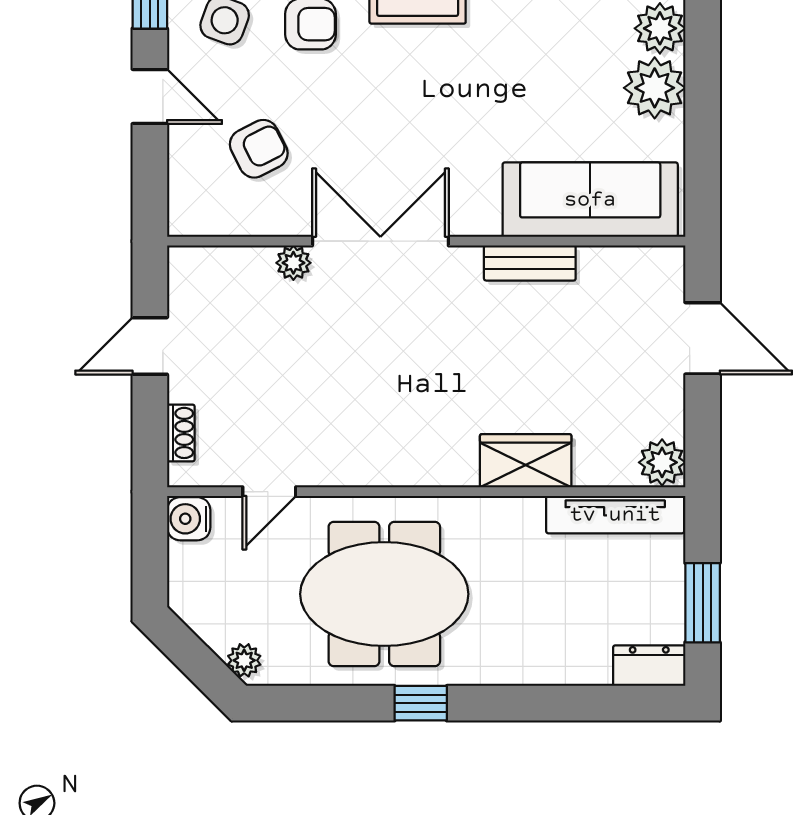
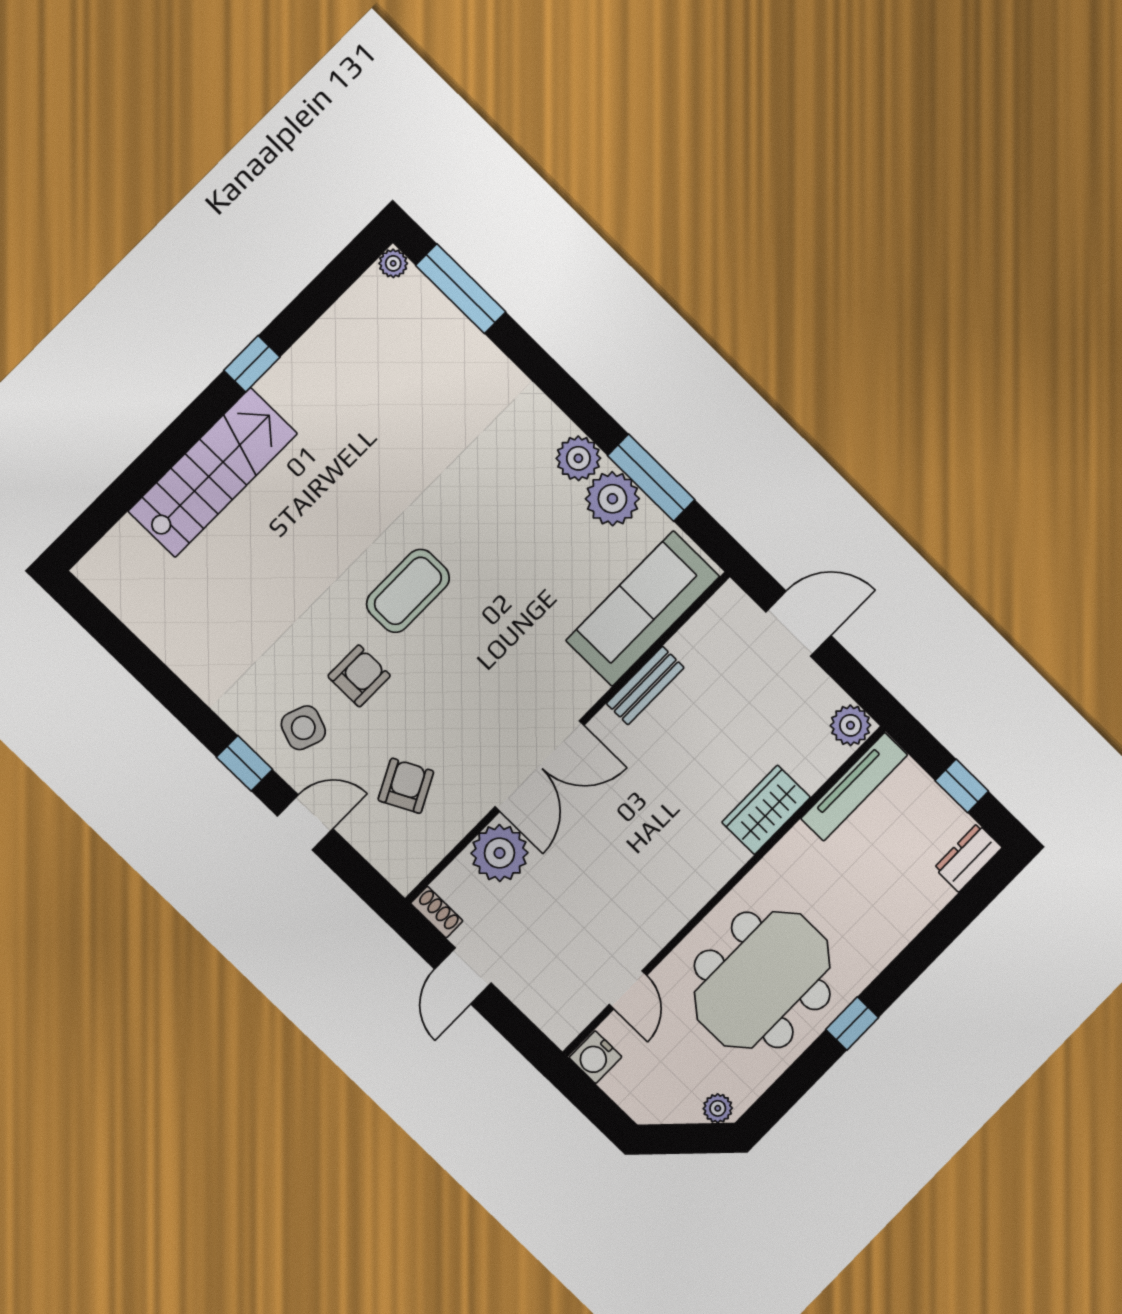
window: (703, 102) -> (651, 478), added
double door: (380, 241) -> (540, 766), swing flipped
plant: (293, 263) -> (500, 853), width x1.87, depth x1.87
shoe rack: (181, 433) -> (437, 912), moved
window: (703, 603) -> (962, 786), width x0.67

